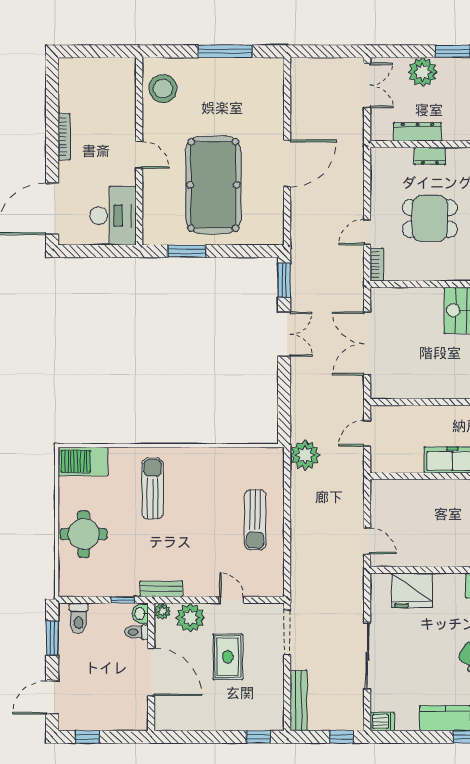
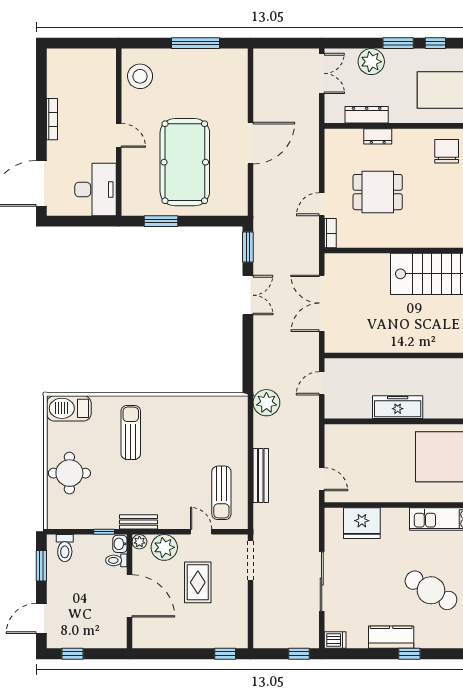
sun lounger: (255, 520) -> (221, 493), moved
bench: (299, 700) -> (261, 475), moved

